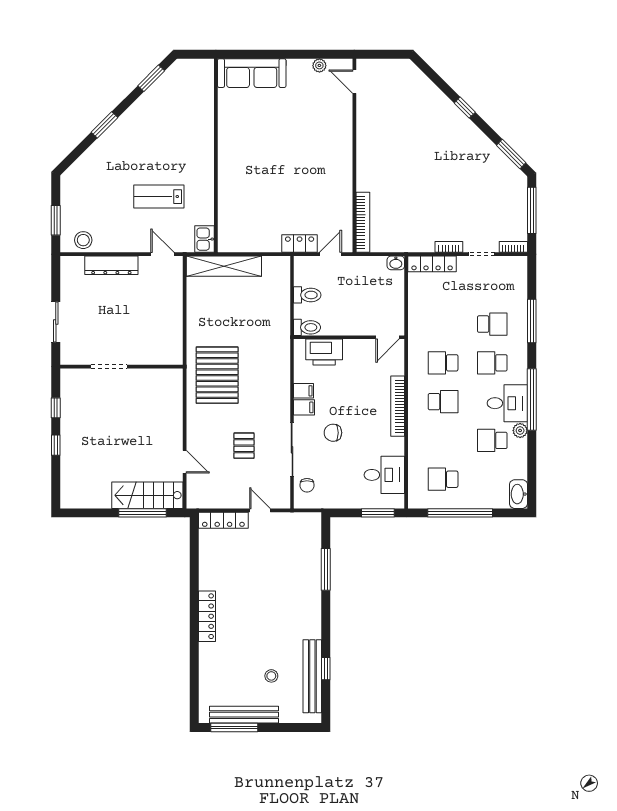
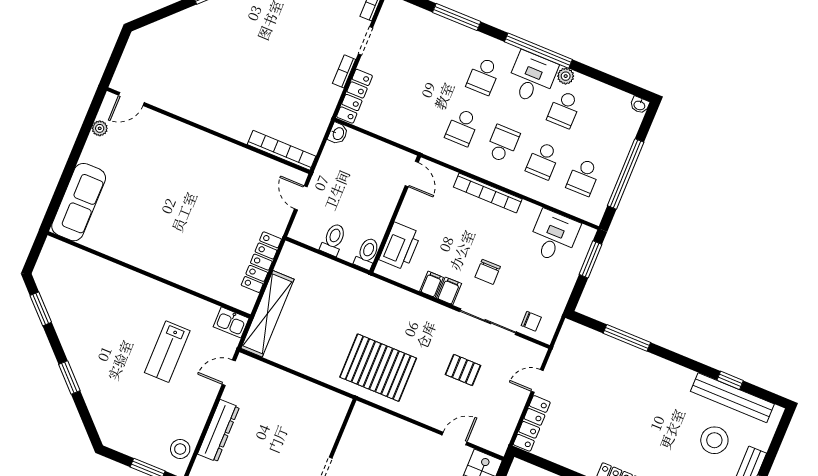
locker: (300, 244) -> (261, 262), moved, width x1.53
school desk: (492, 324) -> (543, 160), moved, turned 180
washbasin: (518, 494) -> (640, 105), width x0.52, depth x0.69
stool: (271, 676) -> (714, 440), width x1.89, depth x1.89

